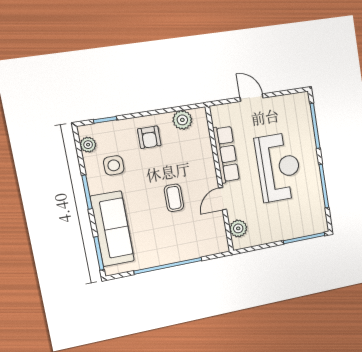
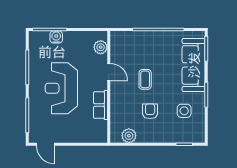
door: (252, 98) -> (45, 144), moved
armchair: (149, 137) -> (150, 111), moved
plant: (88, 145) -> (199, 129), removed
row of seats: (226, 154) -> (100, 105), width x0.68
door: (223, 199) -> (109, 72), hinge flipped
water cooler: (295, 230) -> (56, 37), added

